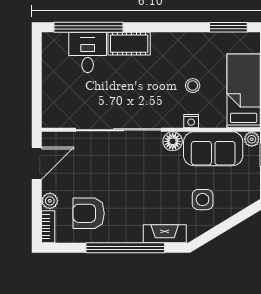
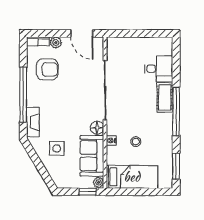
window: (88, 27) -> (176, 112), moved
armchair: (89, 213) -> (47, 69), turned 90

